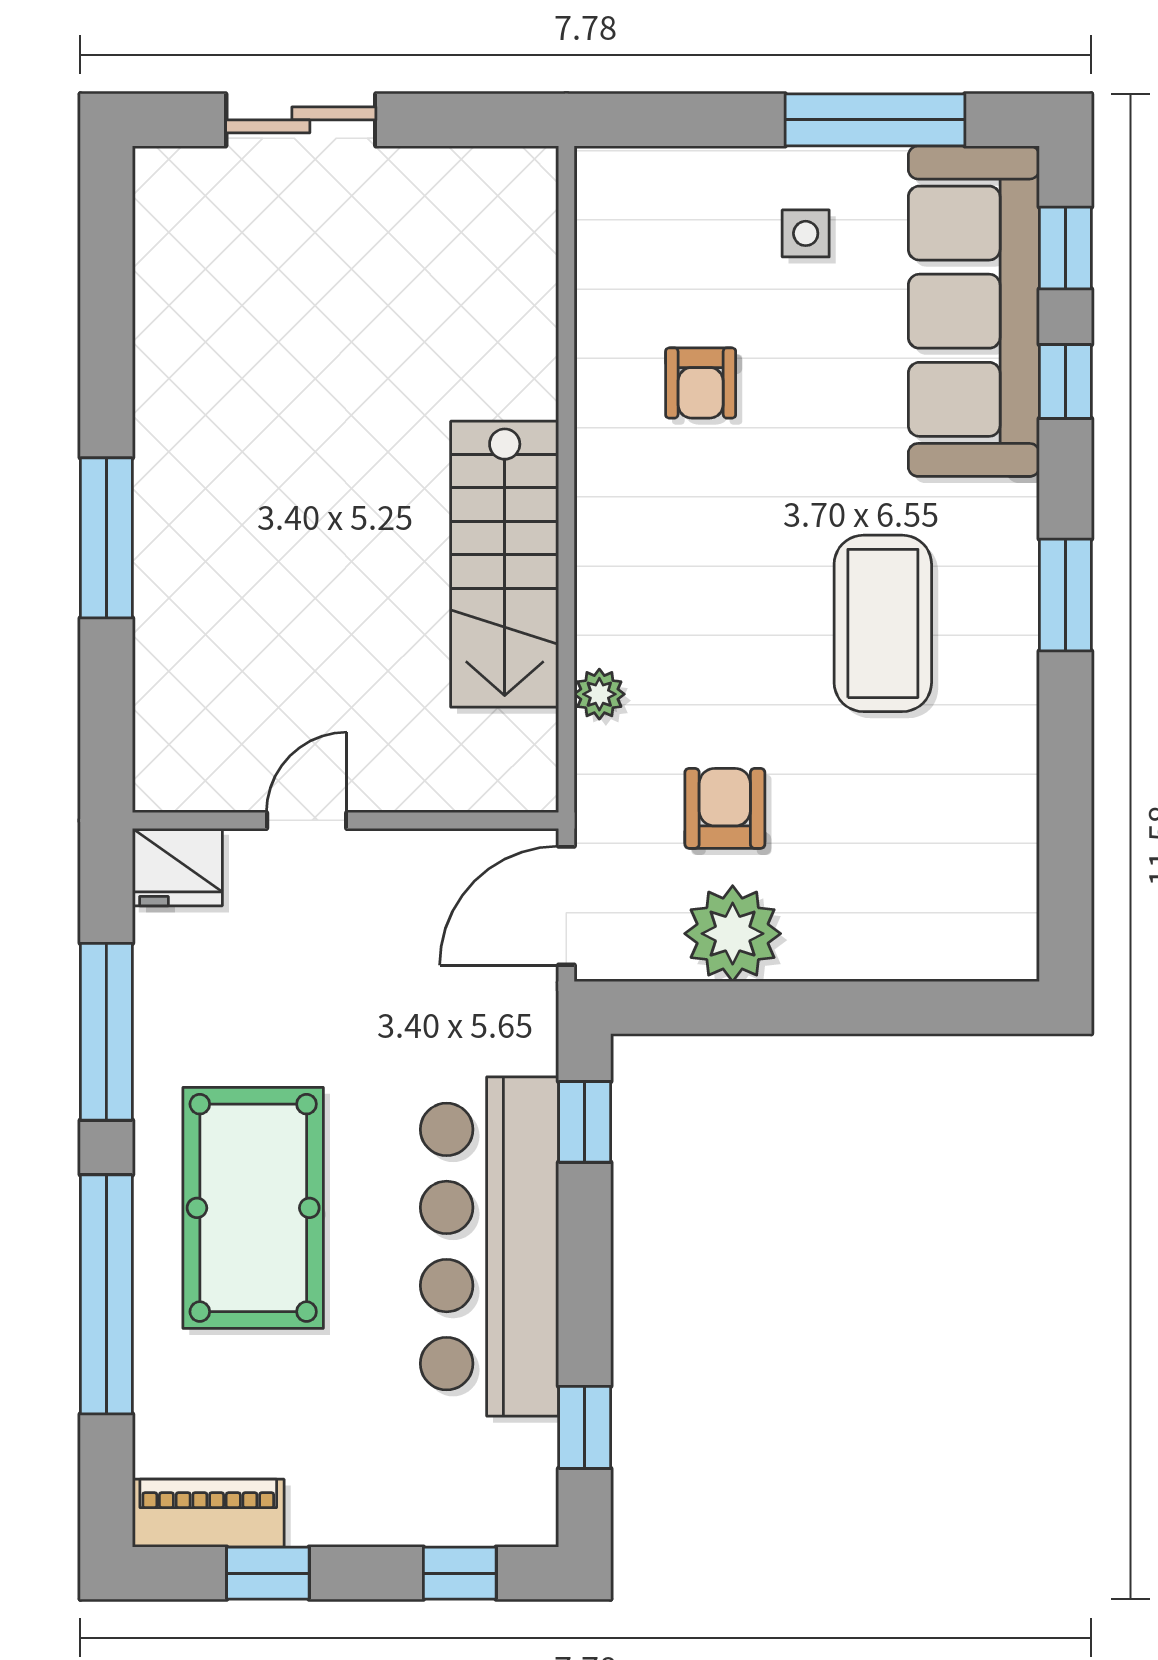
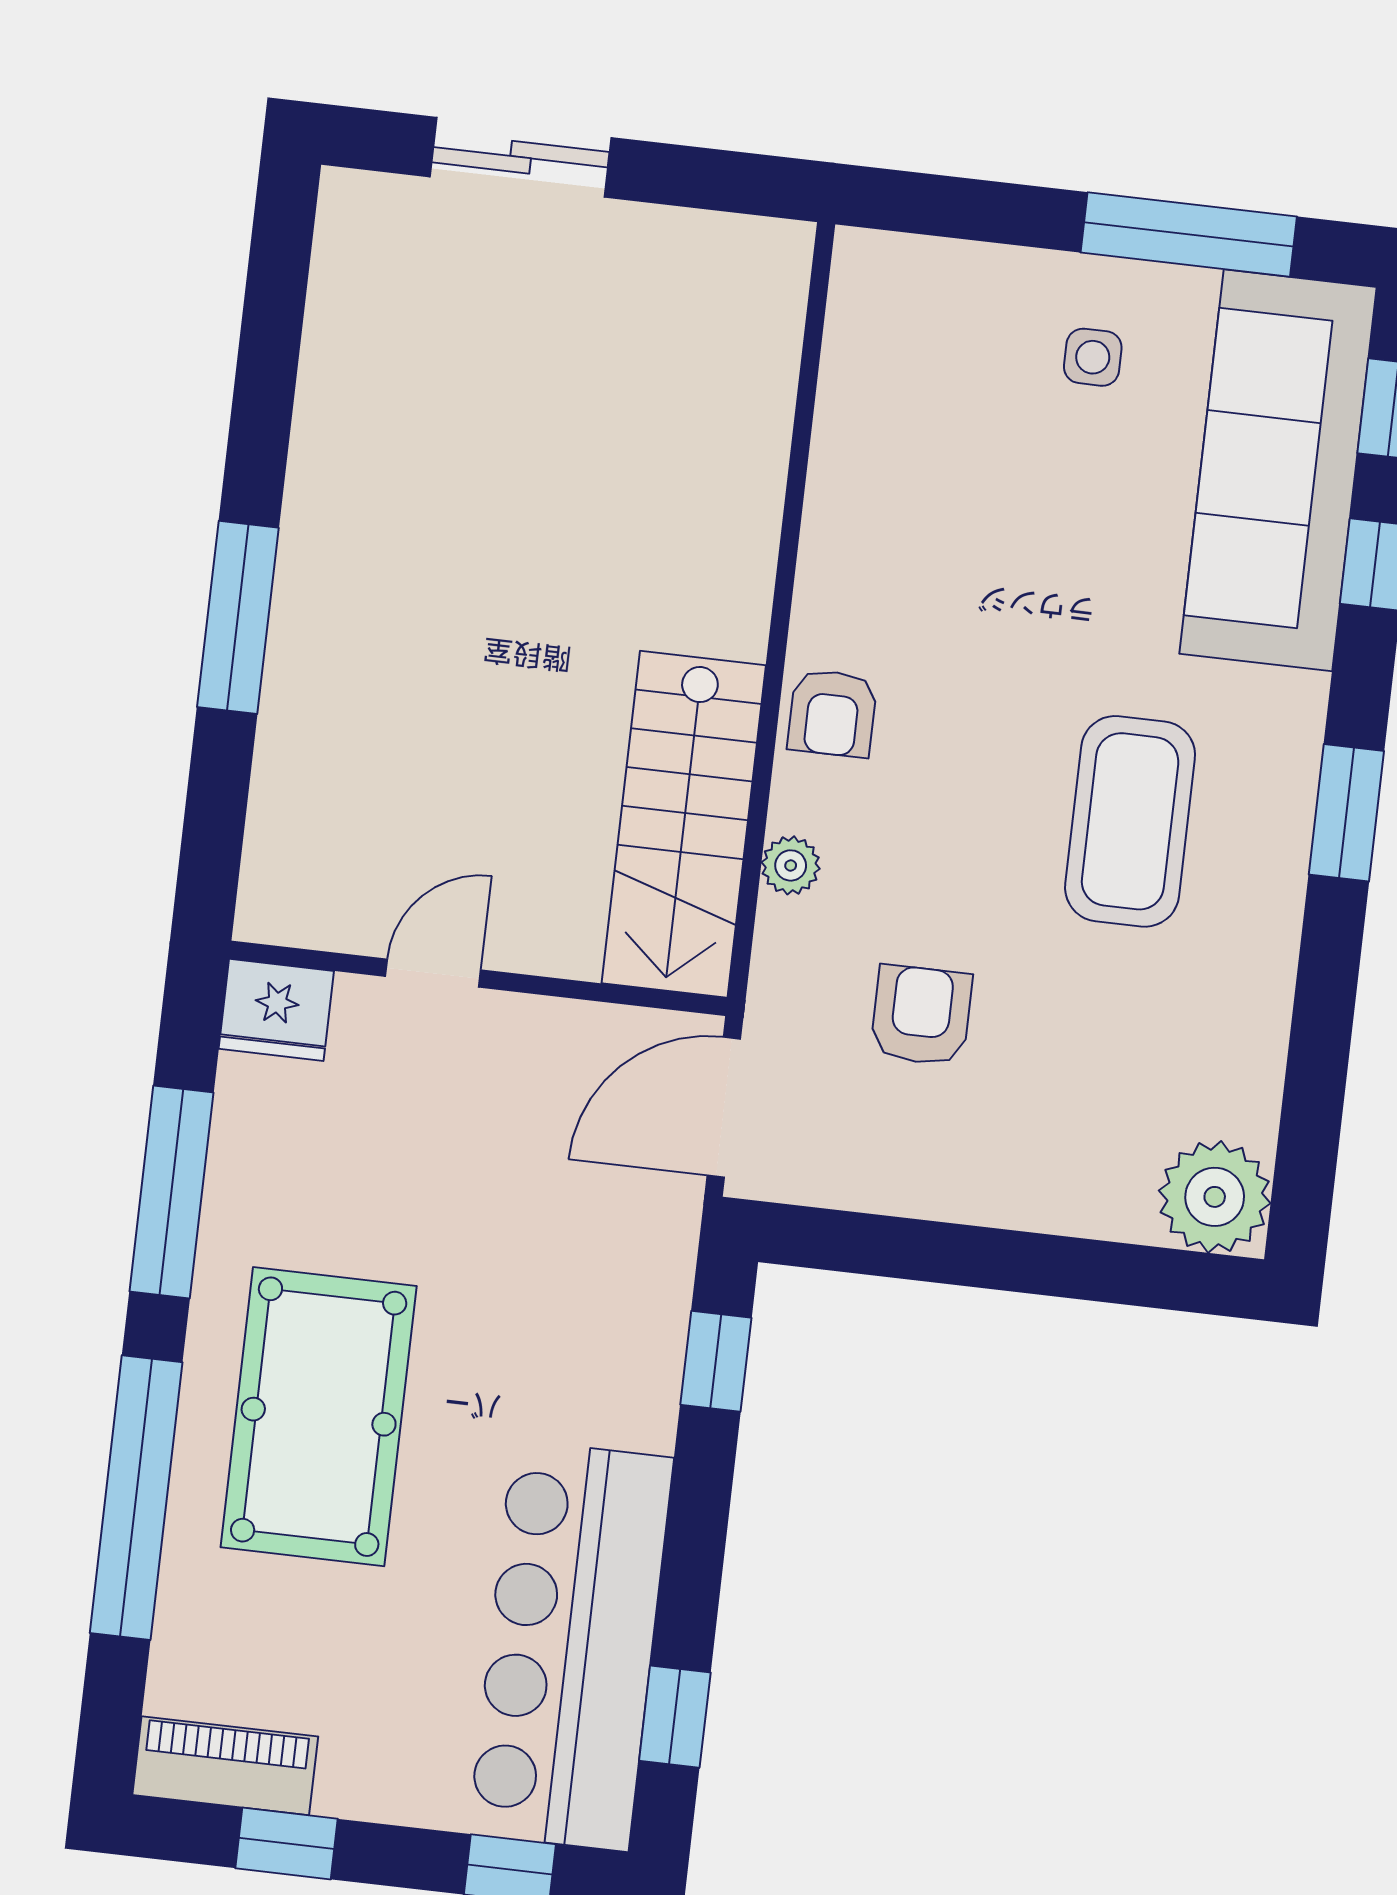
armchair: (701, 383) -> (832, 713), moved
stairs: (505, 564) -> (684, 824), moved
plant: (733, 934) -> (1215, 1197), moved
bar counter: (489, 1247) -> (571, 1646), moved

